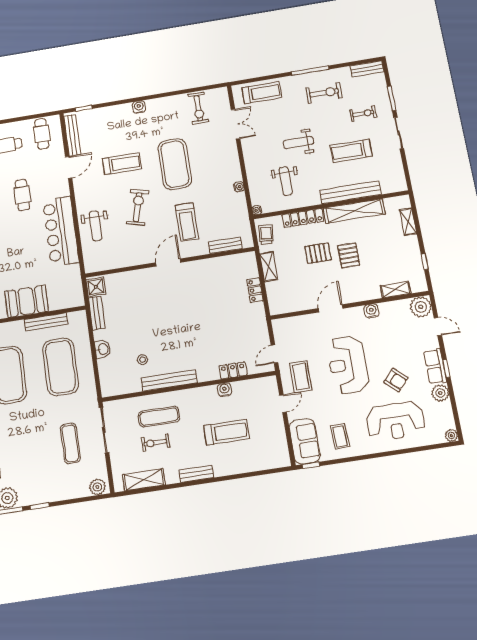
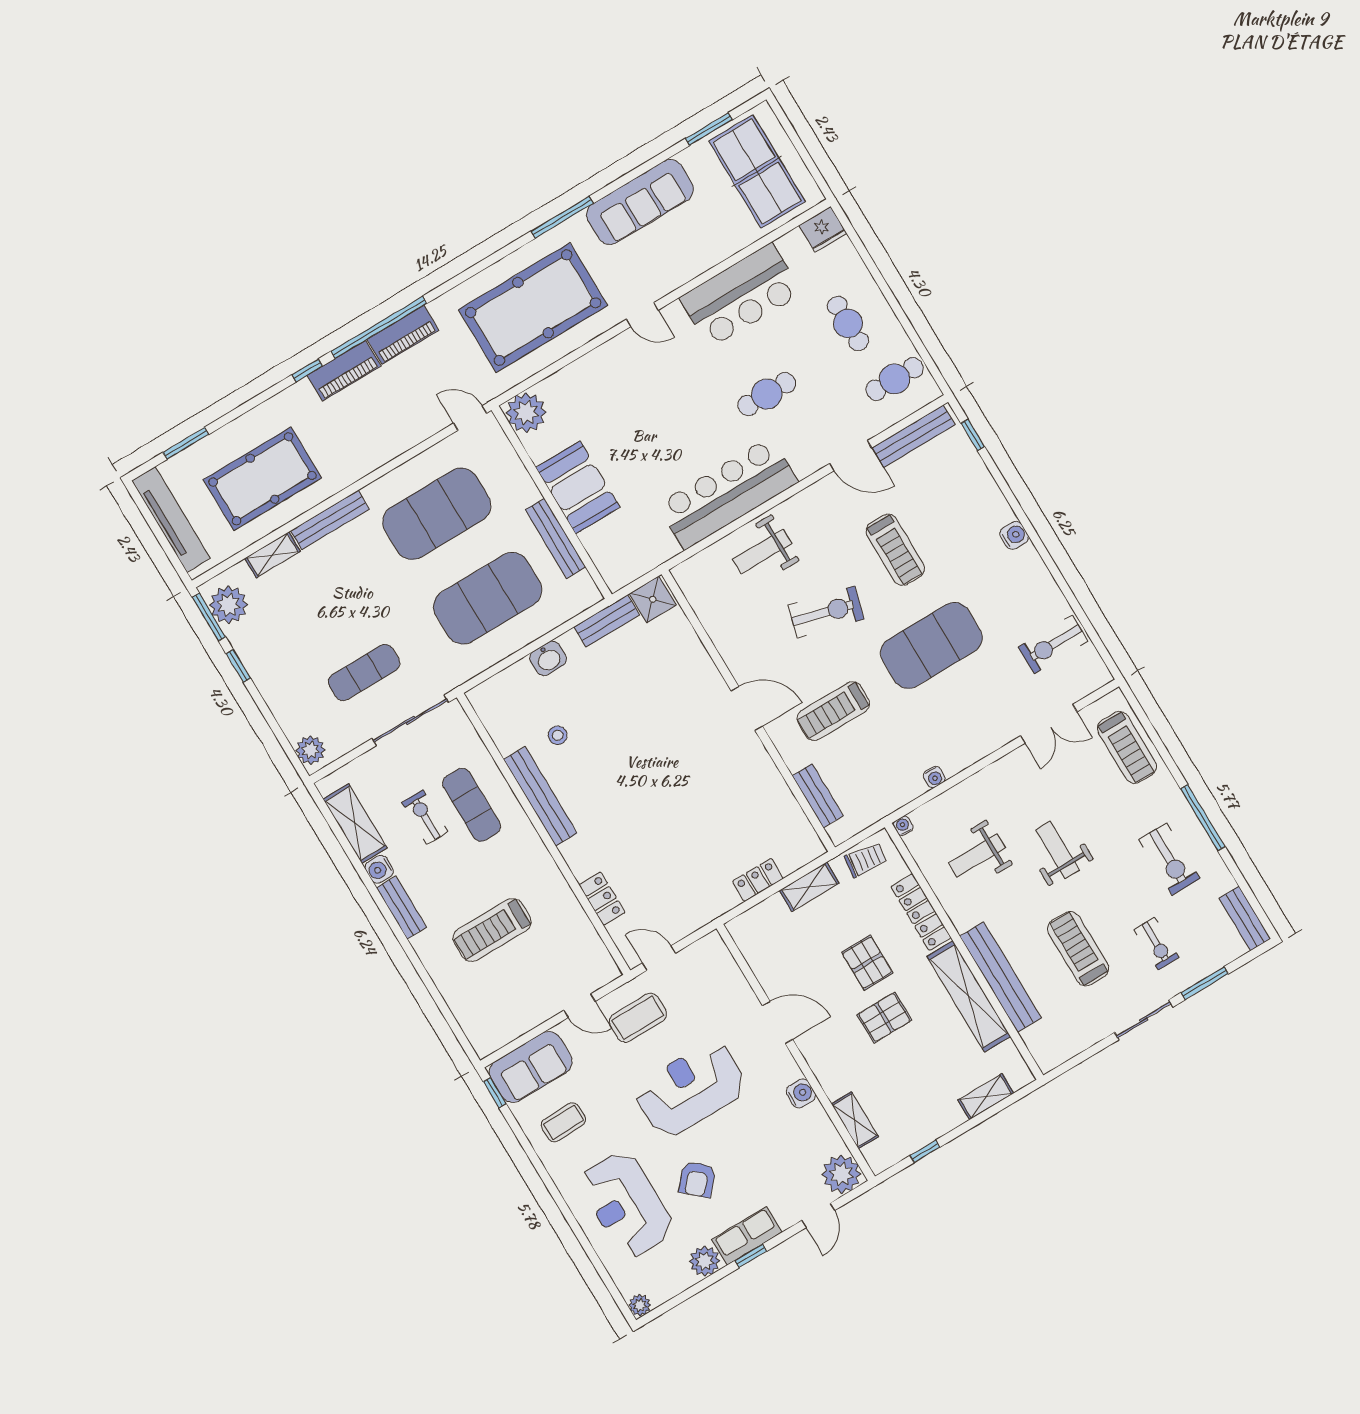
water cooler: (225, 390) -> (379, 869), moved, turned 180
treadmill: (226, 432) -> (492, 930), turned 90

